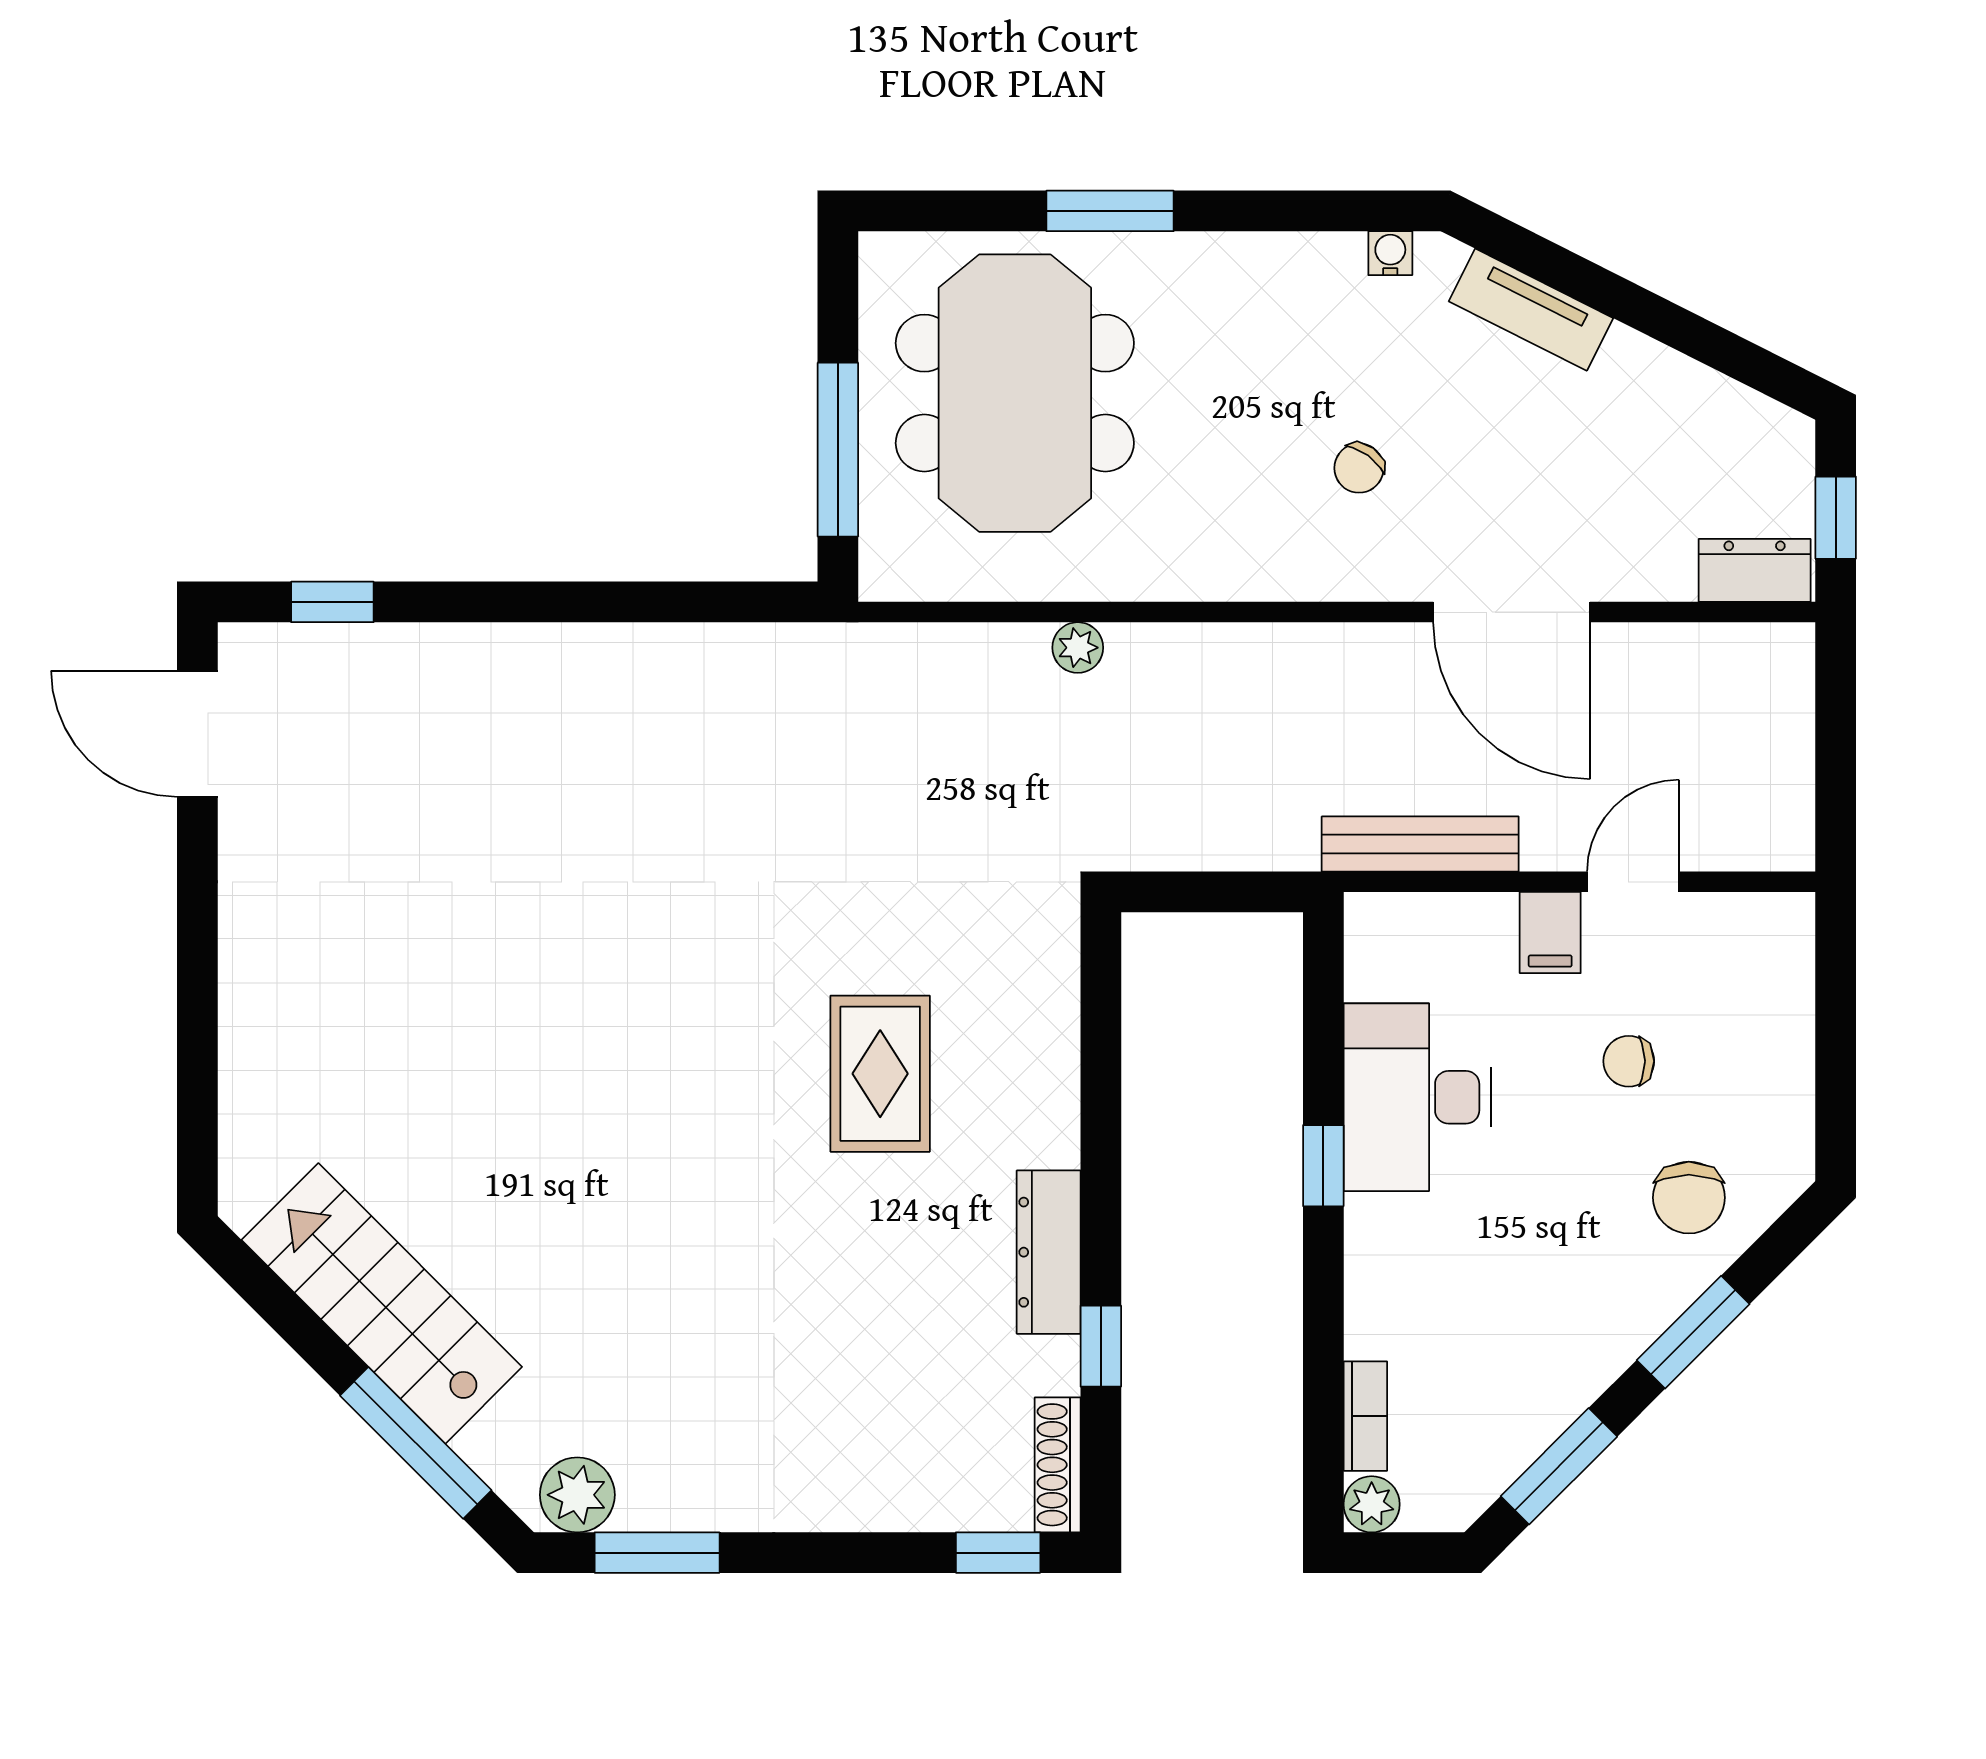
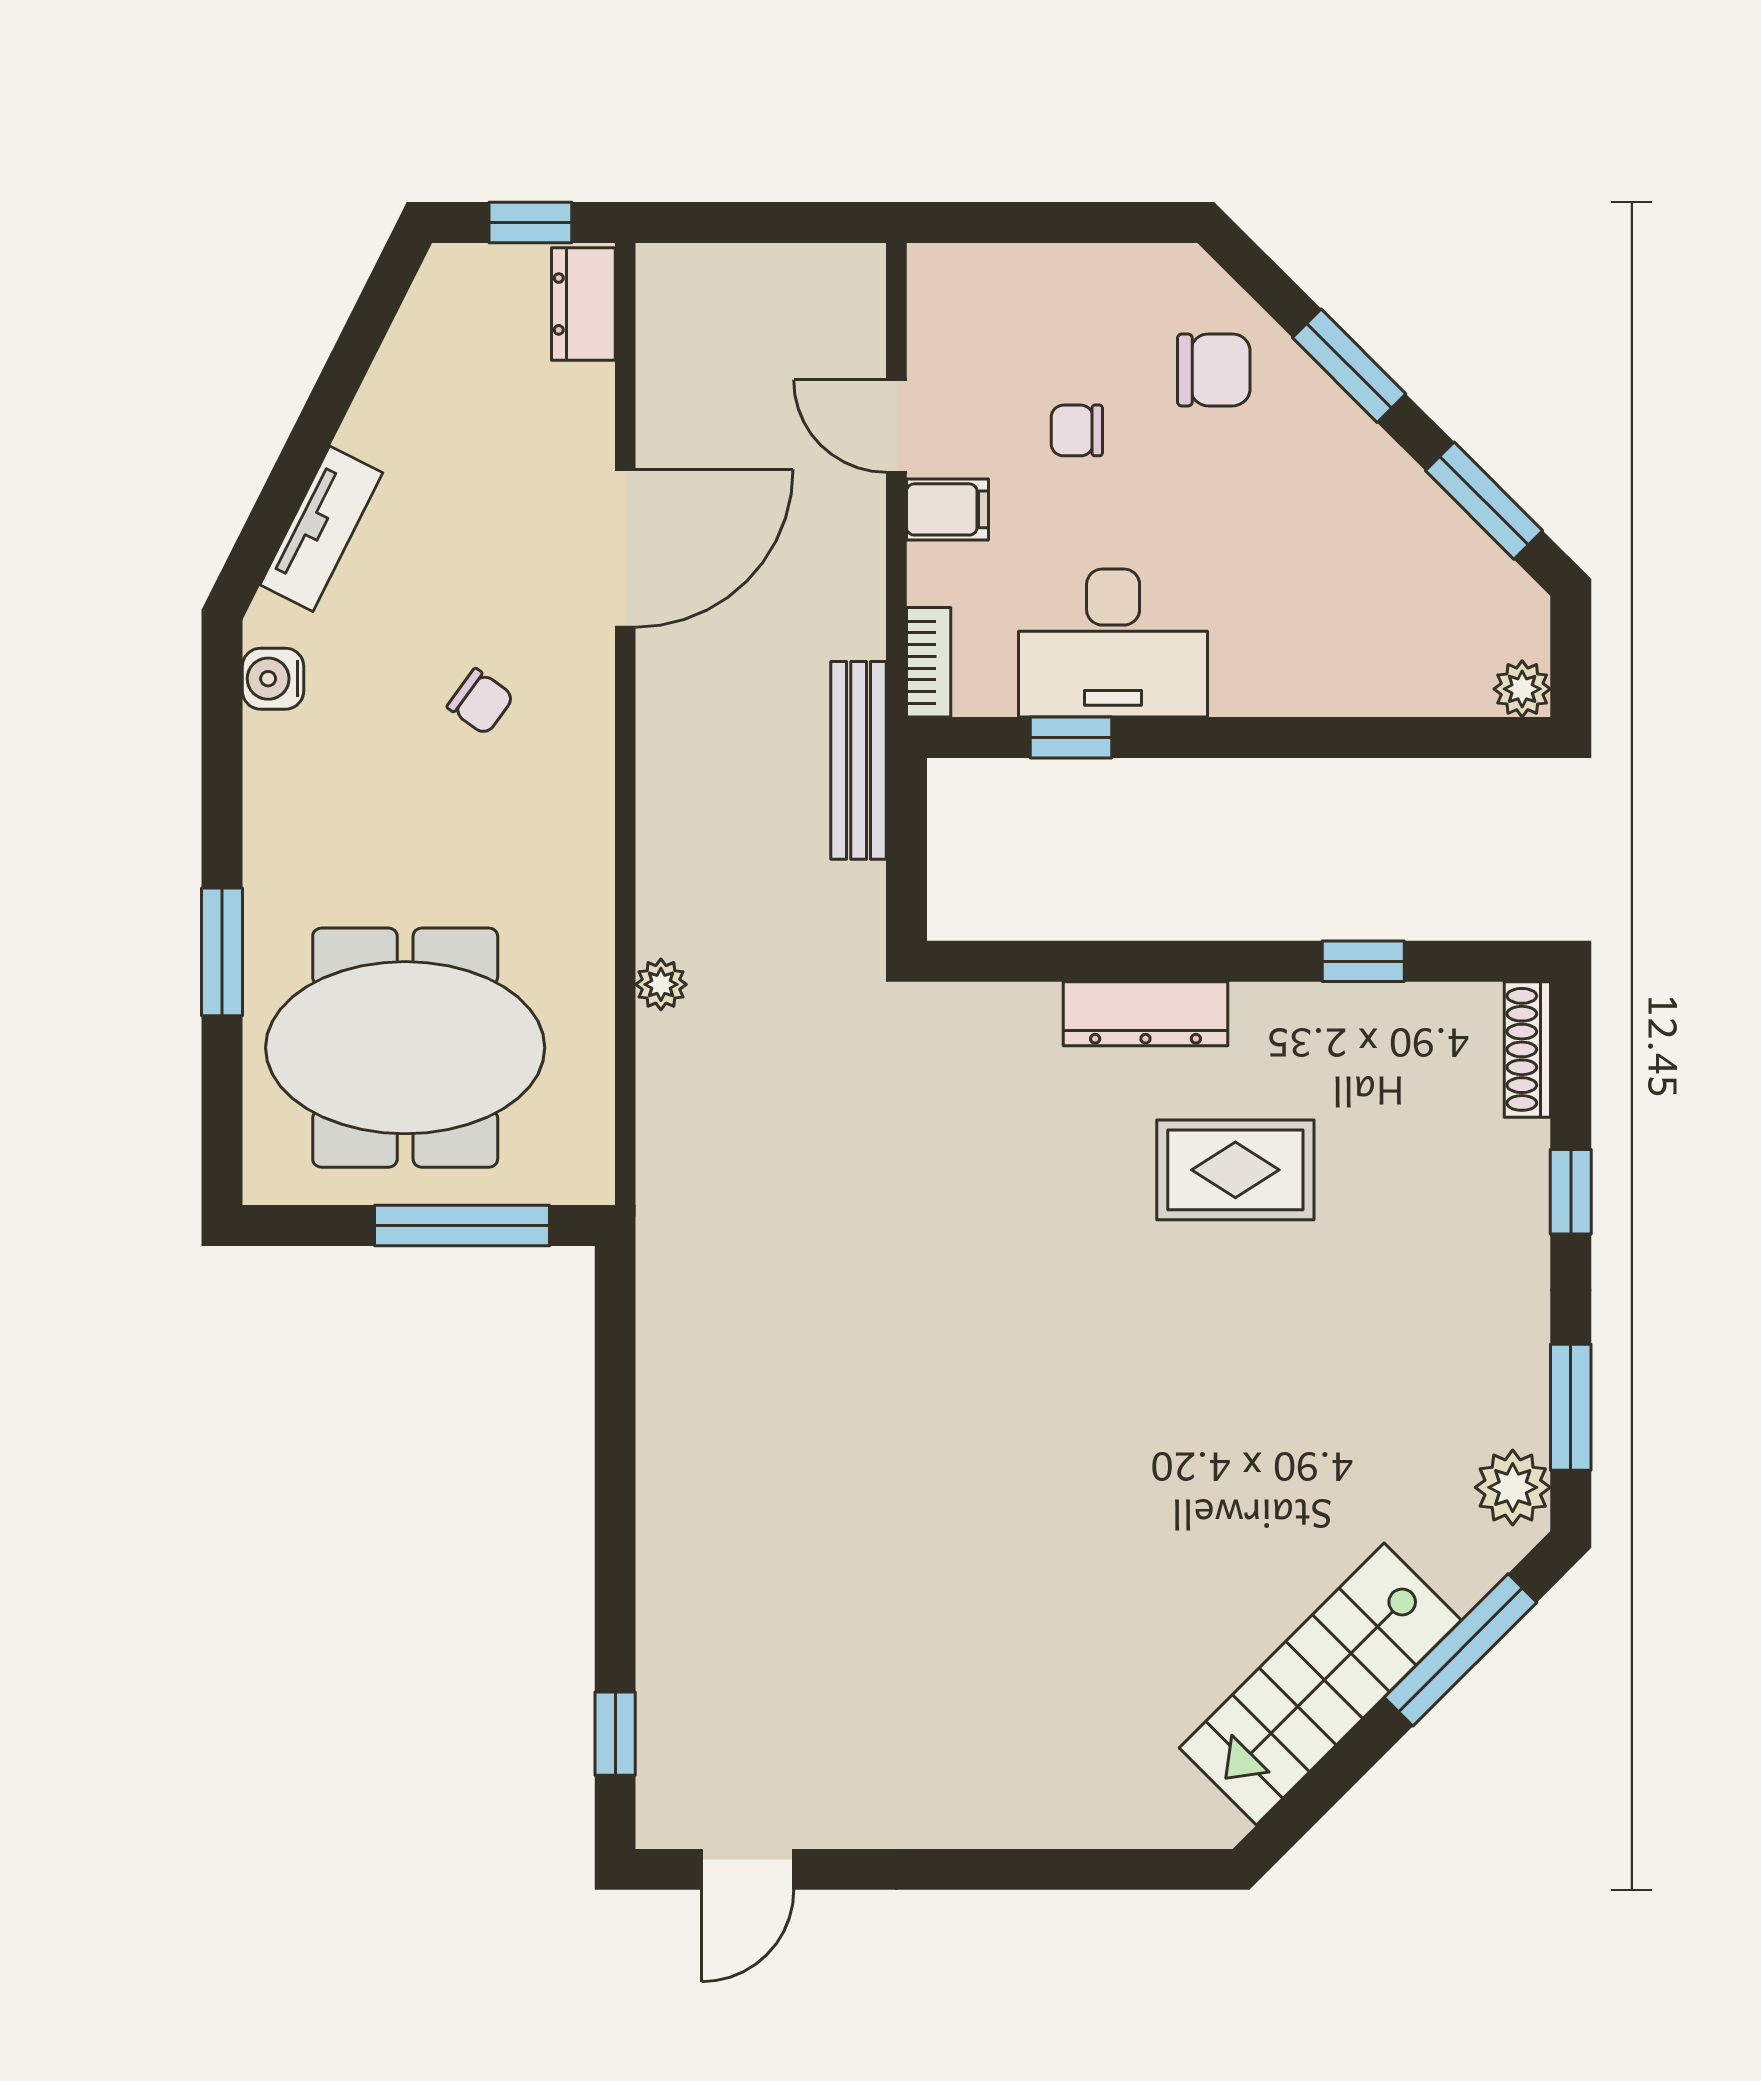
water cooler: (1390, 253) -> (273, 679), width x1.38, depth x1.38
door: (197, 734) -> (748, 1869), width x0.73
bench: (1420, 844) -> (859, 760), moved
chair: (1629, 1061) -> (1077, 430), turned 90
rug: (880, 1074) -> (1235, 1170), moved
window: (1323, 1166) -> (1071, 738), moved
dresser: (1049, 1252) -> (1145, 1014), moved
bookcase: (1365, 1416) -> (929, 662), moved, turned 90
shoe rack: (1058, 1465) -> (1527, 1049), moved, turned 90
window: (998, 1553) -> (1571, 1192), moved

